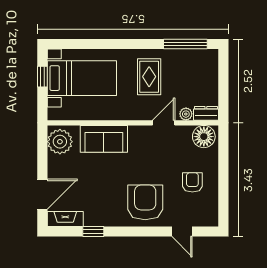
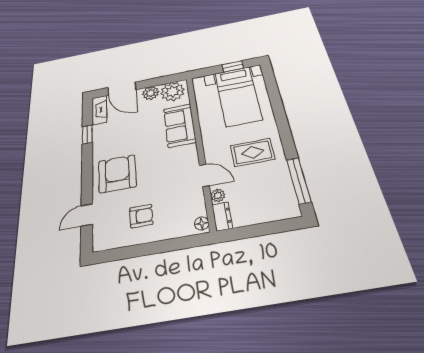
floor lamp: (204, 137) -> (202, 223), width x0.53, depth x0.53
plant: (56, 164) -> (151, 93), added
armchair: (145, 202) -> (117, 174), turned -90

